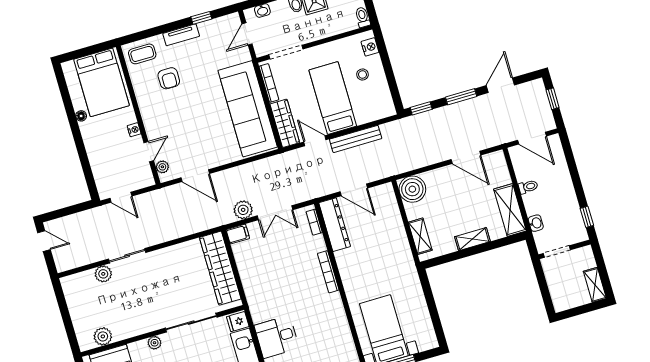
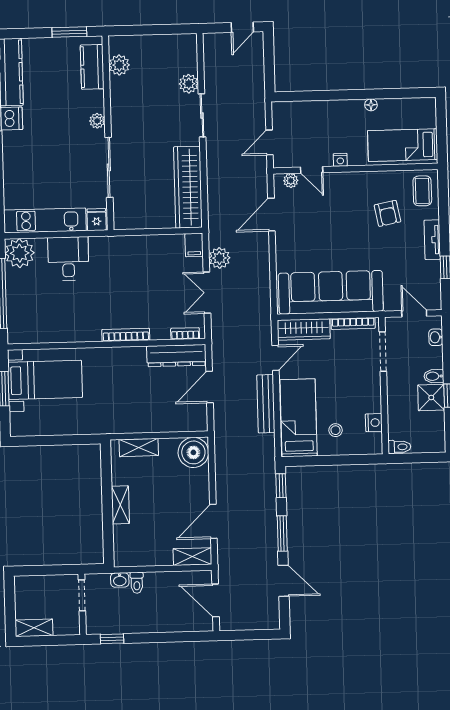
nightstand: (370, 47) -> (374, 423), moved, turned -90
armchair: (169, 78) -> (387, 213), turned -101
bed: (102, 82) -> (403, 145), width x0.67
bed: (333, 98) -> (299, 418), moved, turned -90
window: (553, 99) -> (254, 635), removed
door: (532, 138) -> (216, 600), hinge flipped
toilet: (528, 187) -> (137, 583), moved
door: (121, 197) -> (269, 142), moved
shelving: (510, 210) -> (192, 557), moved, width x0.67, depth x0.75
wardrobe: (220, 268) -> (188, 187), moved, turned -90

